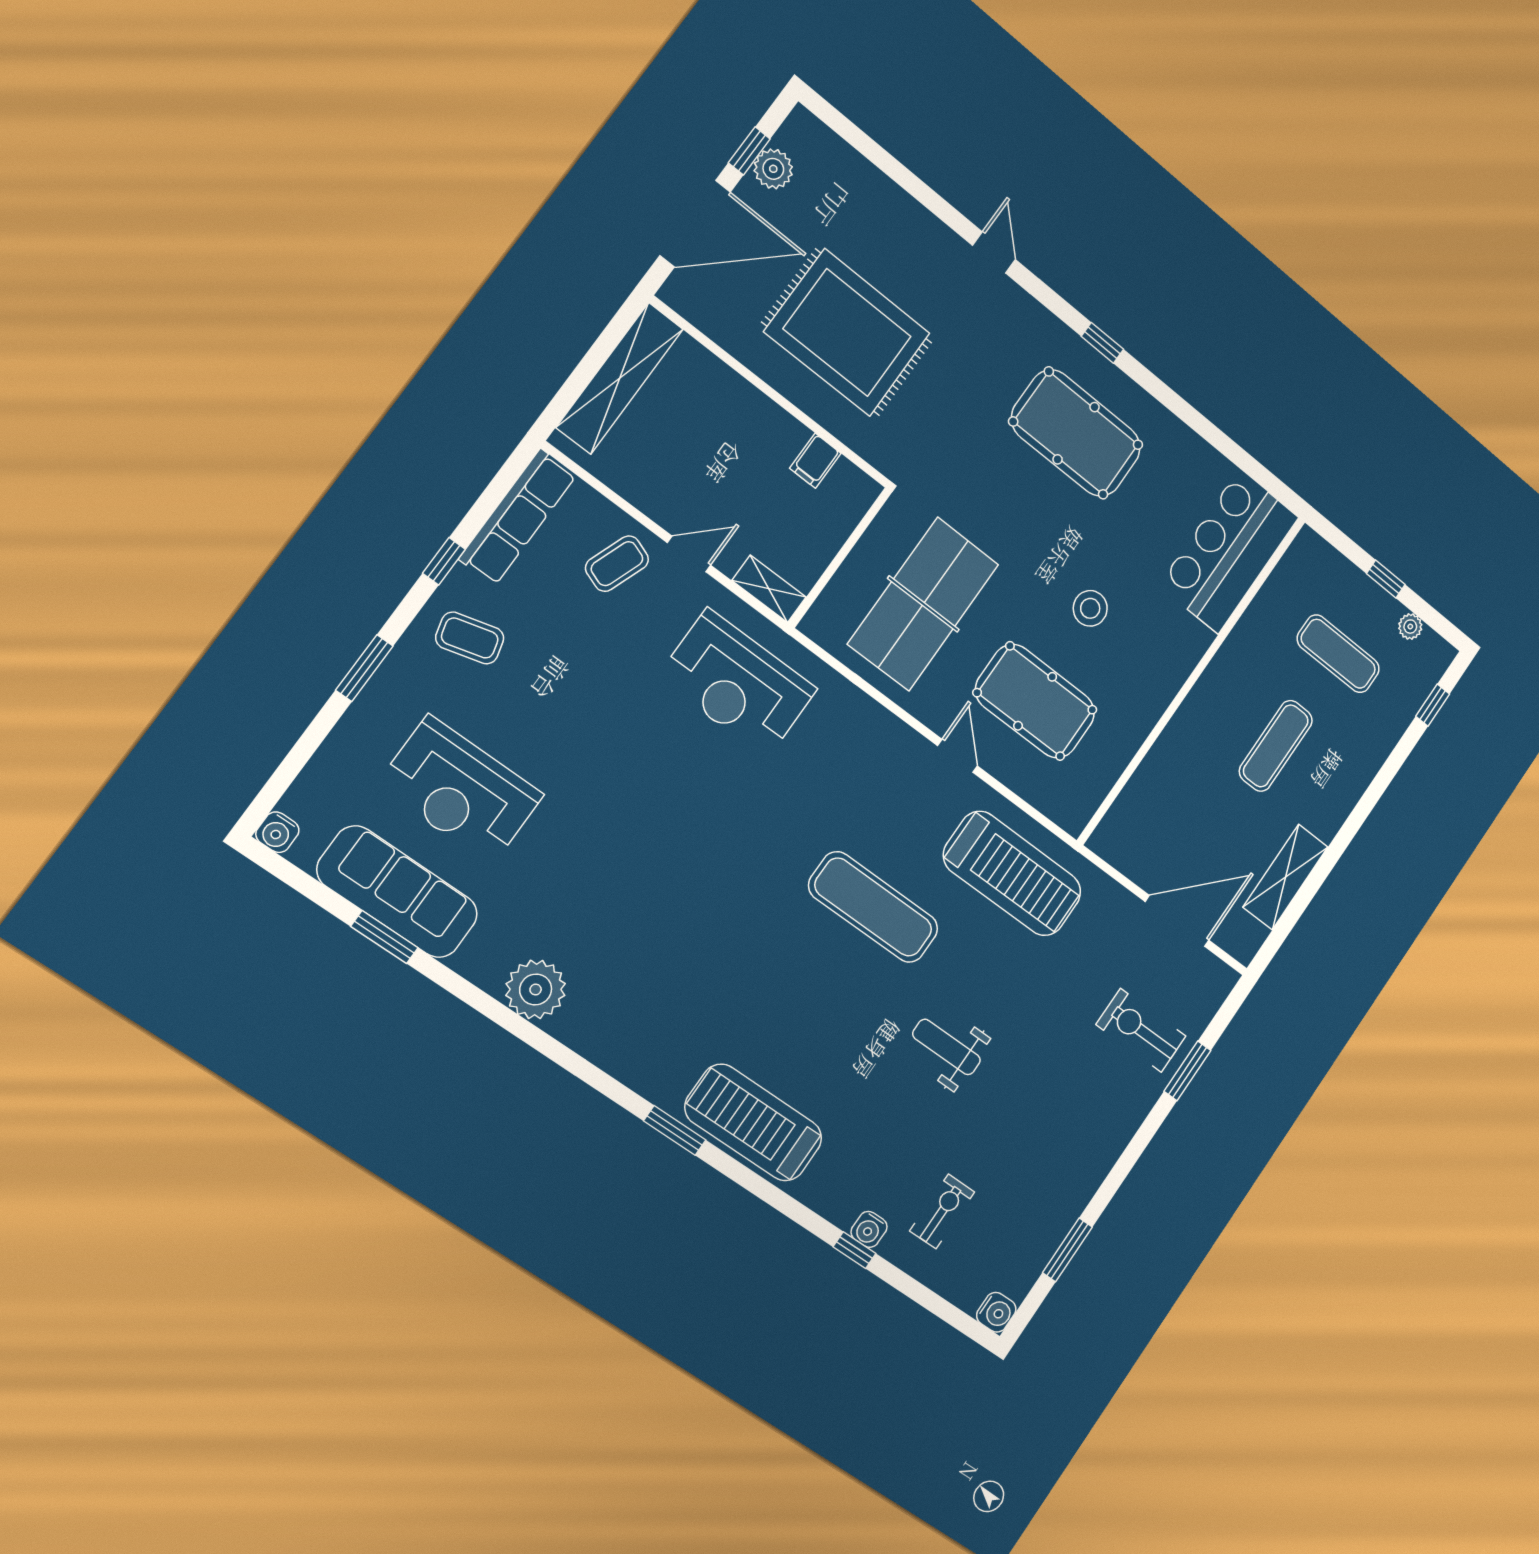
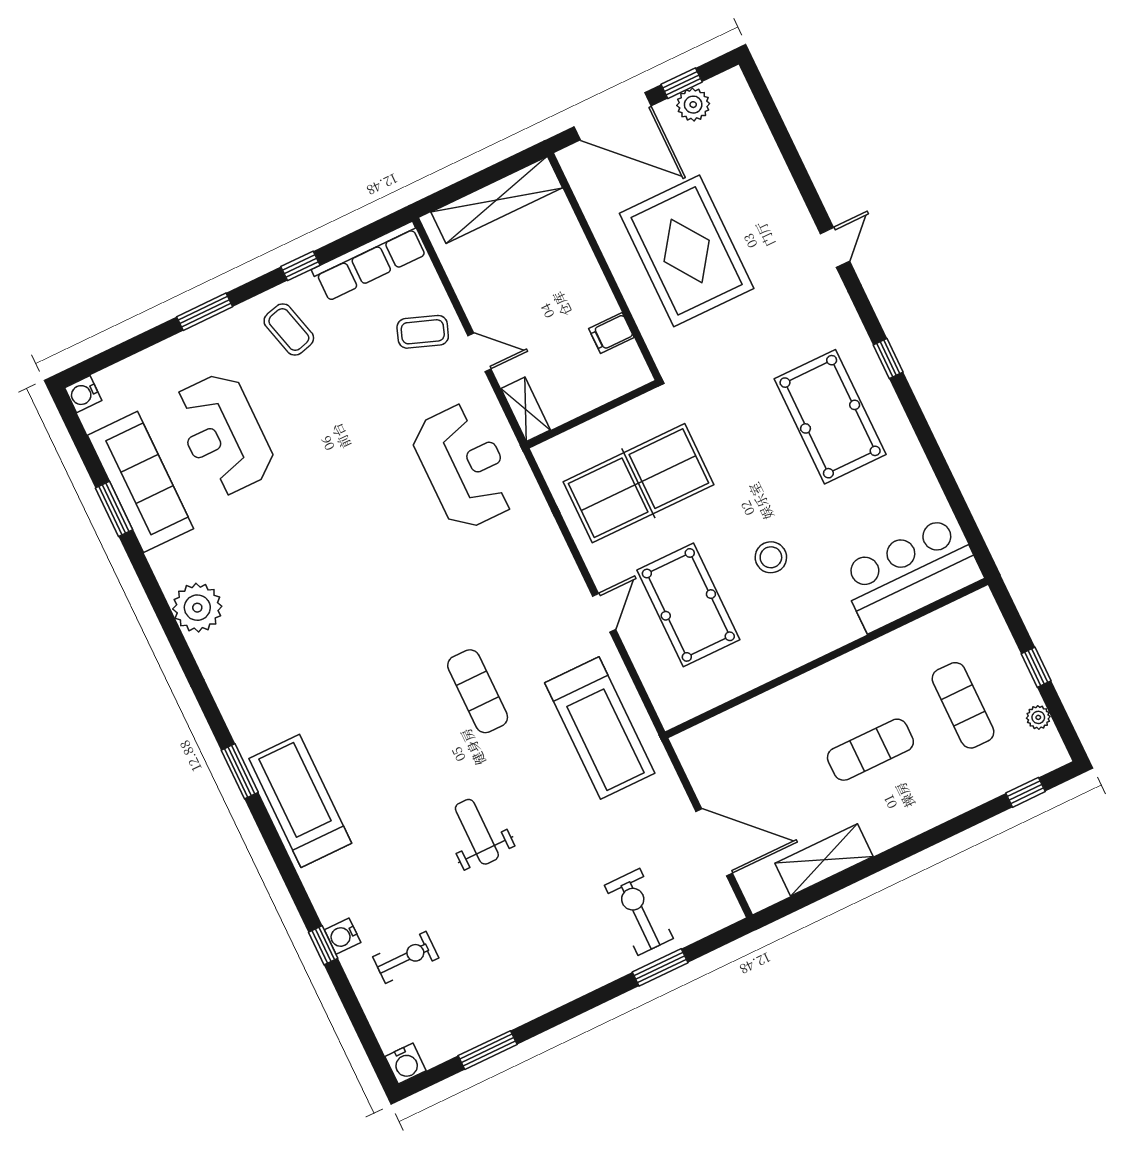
reception desk: (737, 684) -> (464, 466), turned 180
exercise mat: (873, 907) -> (478, 691), width x0.73, depth x0.69

